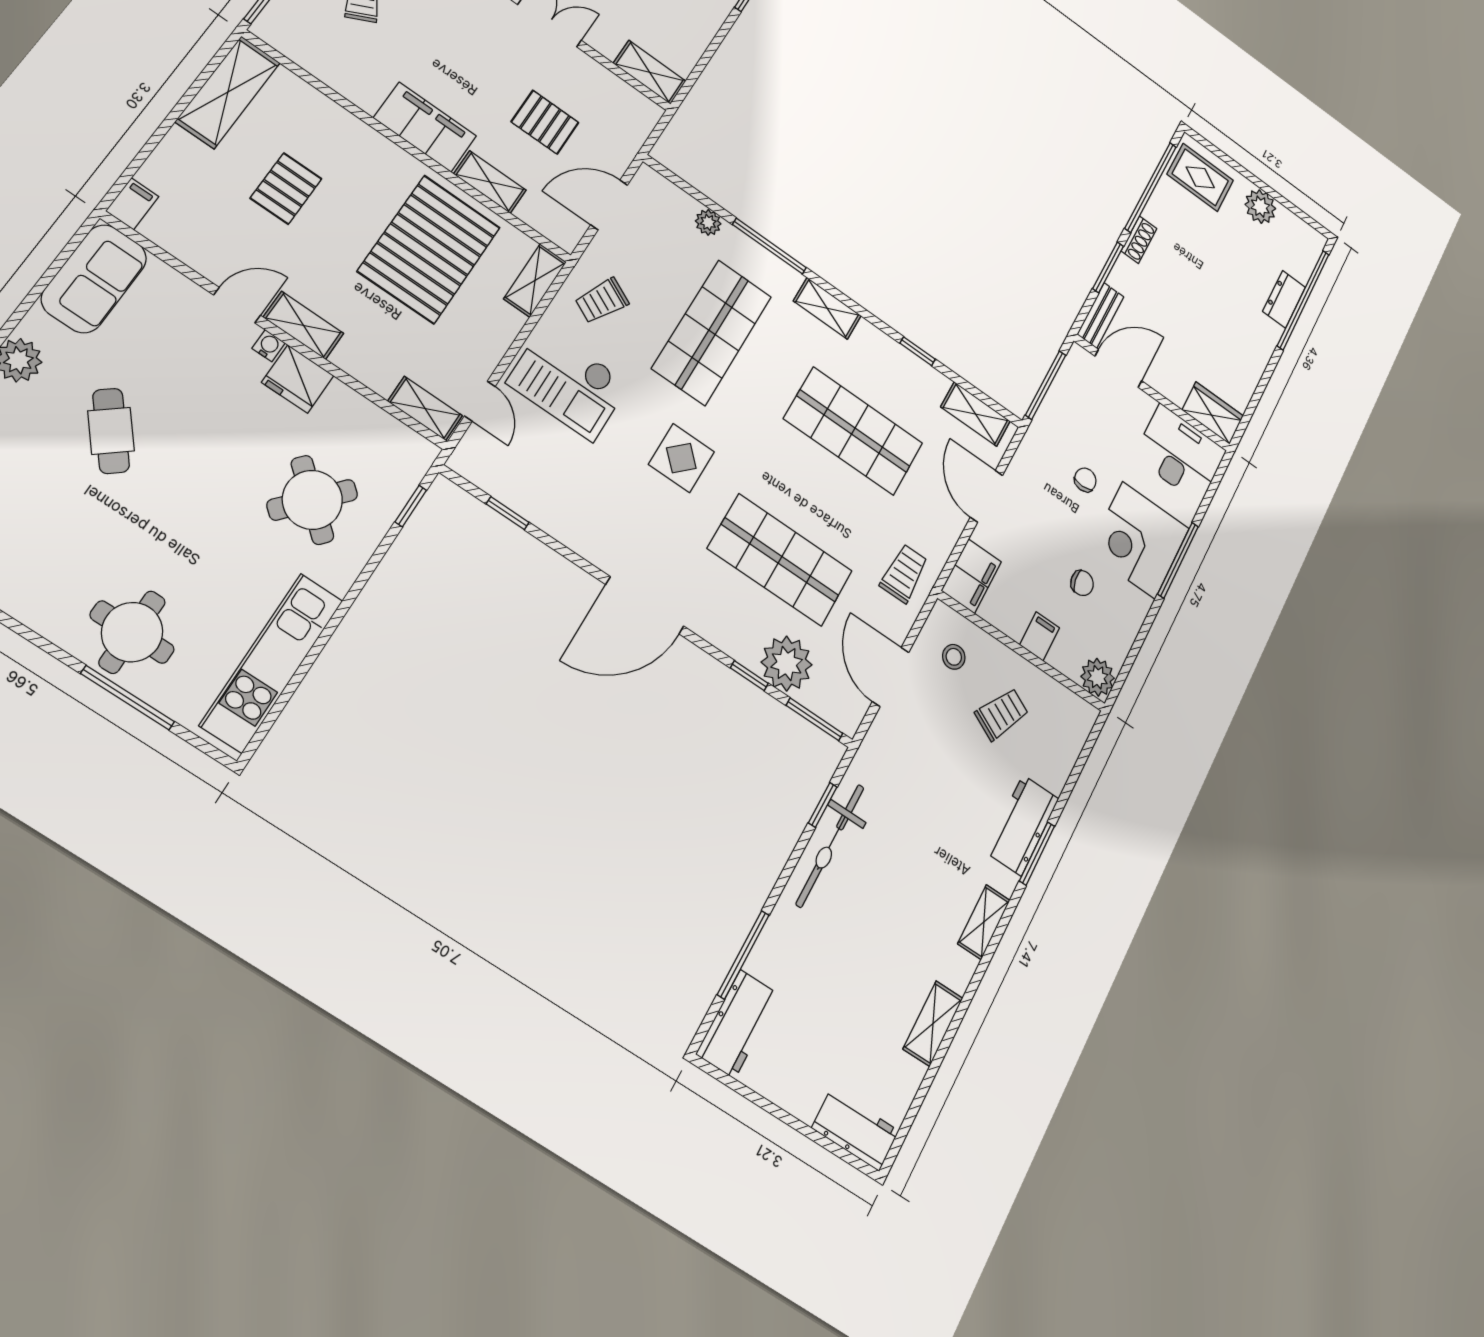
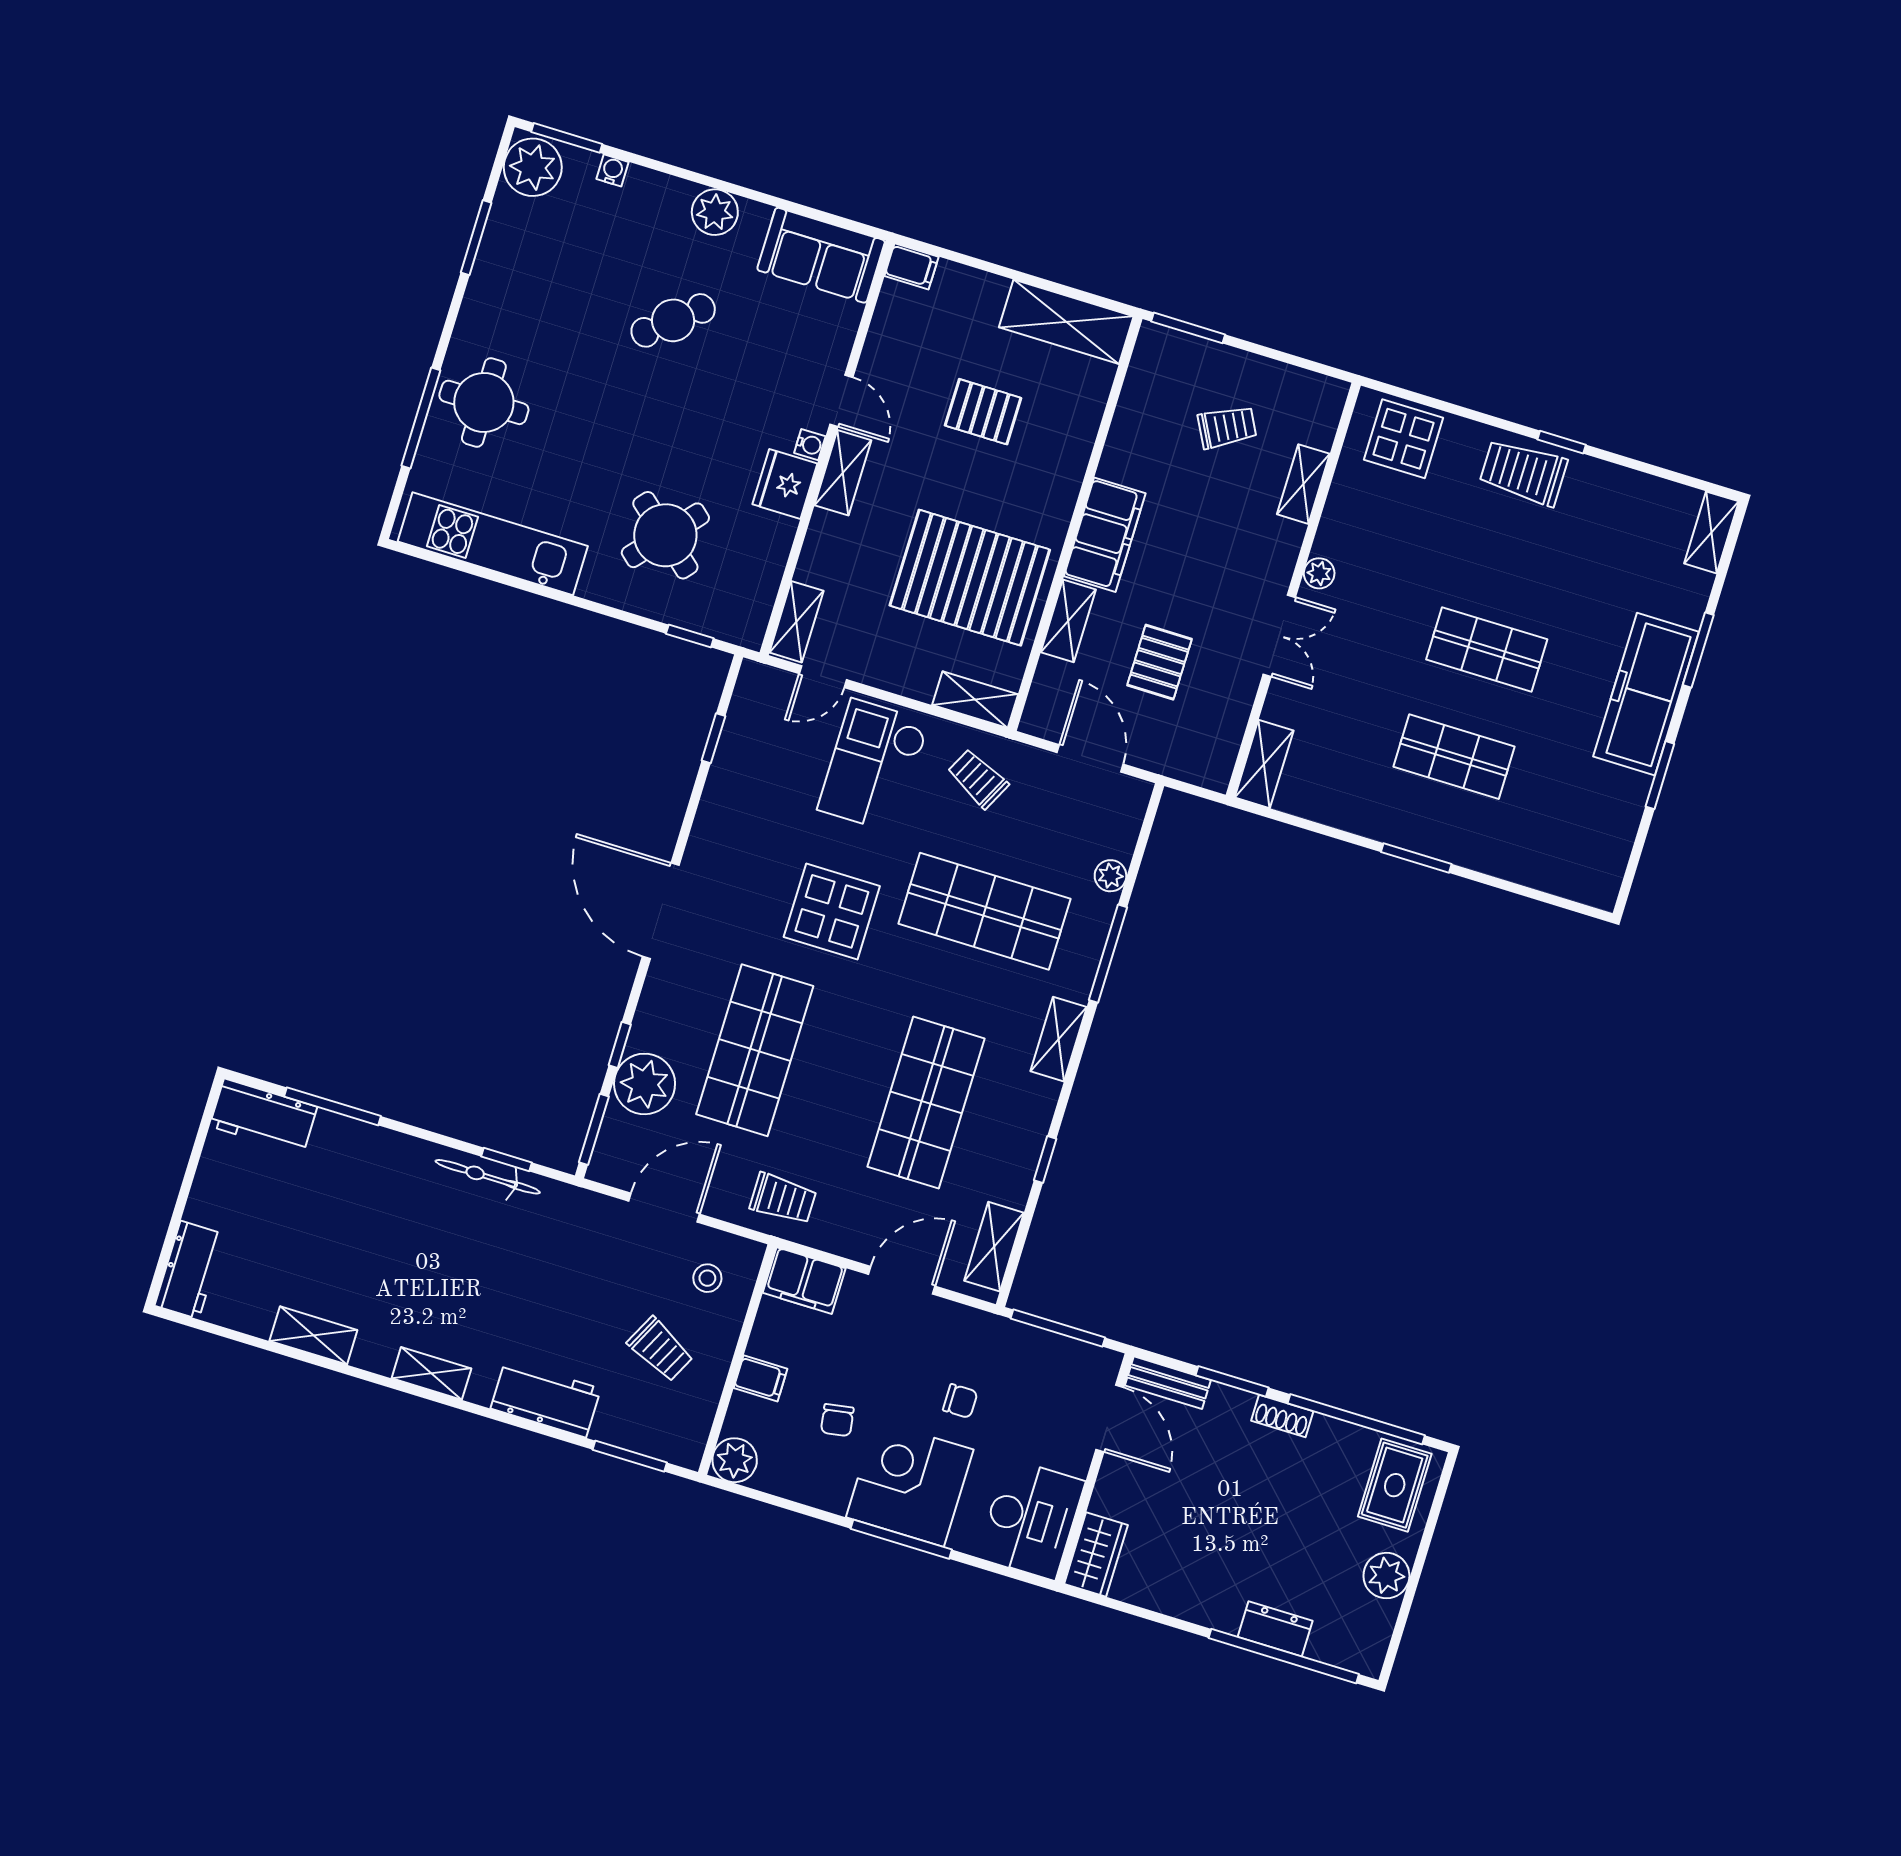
display table: (681, 458) -> (832, 911), width x1.36, depth x1.36
bicycle: (830, 846) -> (488, 1177), width x0.73, depth x0.71
window: (1037, 854) -> (630, 1456), moved

